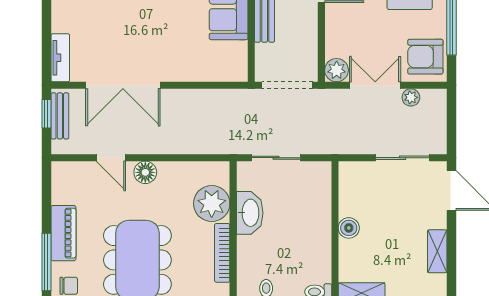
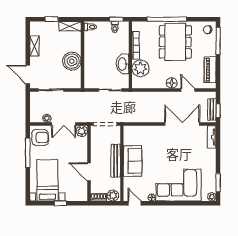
boiler: (349, 228) -> (72, 61), width x1.86, depth x1.86
piano: (63, 233) -> (210, 70), moved

